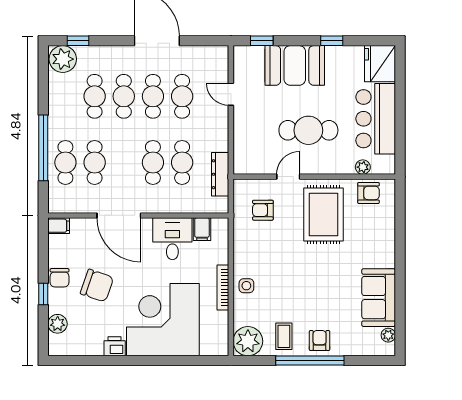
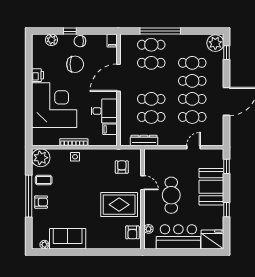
chair: (97, 286) -> (75, 64), turned -109

